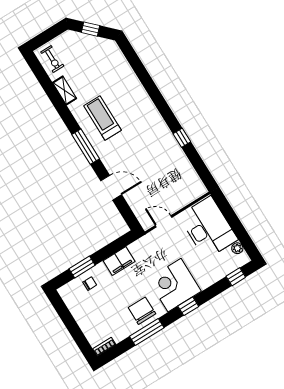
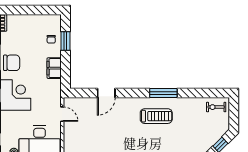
shelving: (64, 91) -> (190, 102), removed
window: (86, 147) -> (163, 93), moved
door: (164, 221) -> (62, 114), hinge flipped

